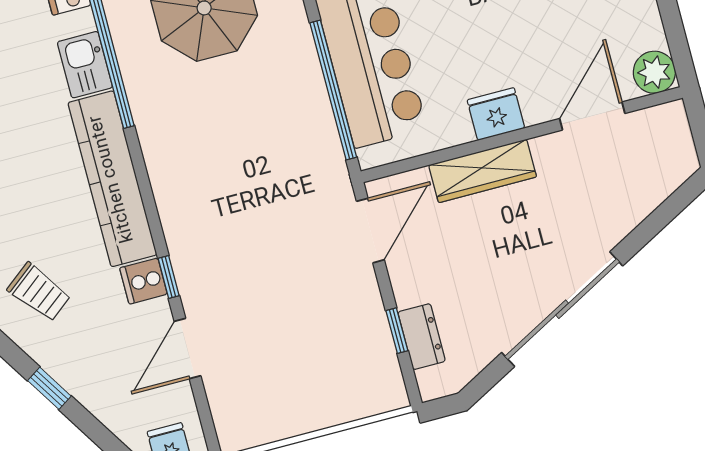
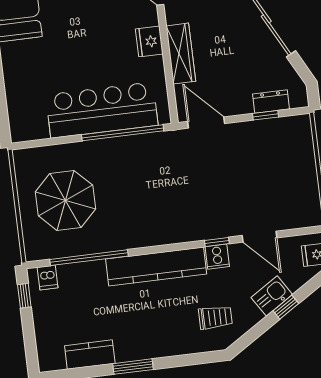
kitchen sink: (85, 65) -> (272, 296), moved, turned 147
trolley: (39, 292) -> (215, 317), turned 38
window: (49, 388) -> (286, 307), moved

